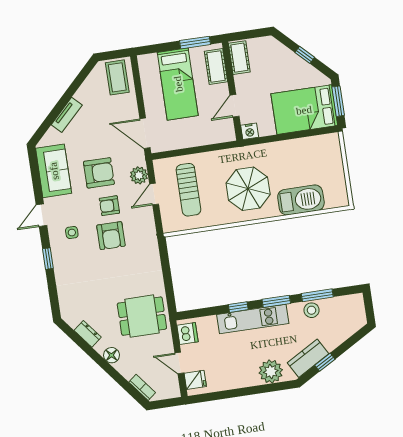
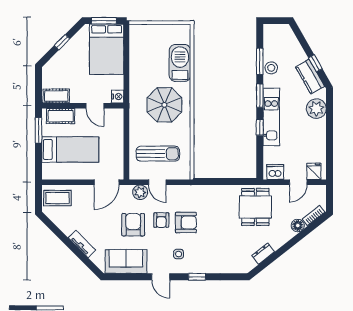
floor lamp: (111, 355) -> (298, 226), moved

